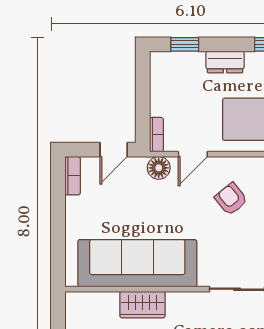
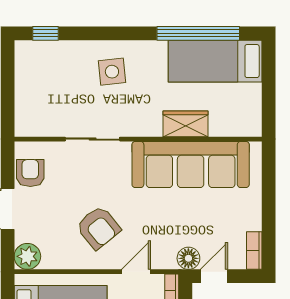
floor lamp: (159, 168) -> (188, 258), moved
armchair: (231, 199) -> (98, 228), width x1.38, depth x1.38

